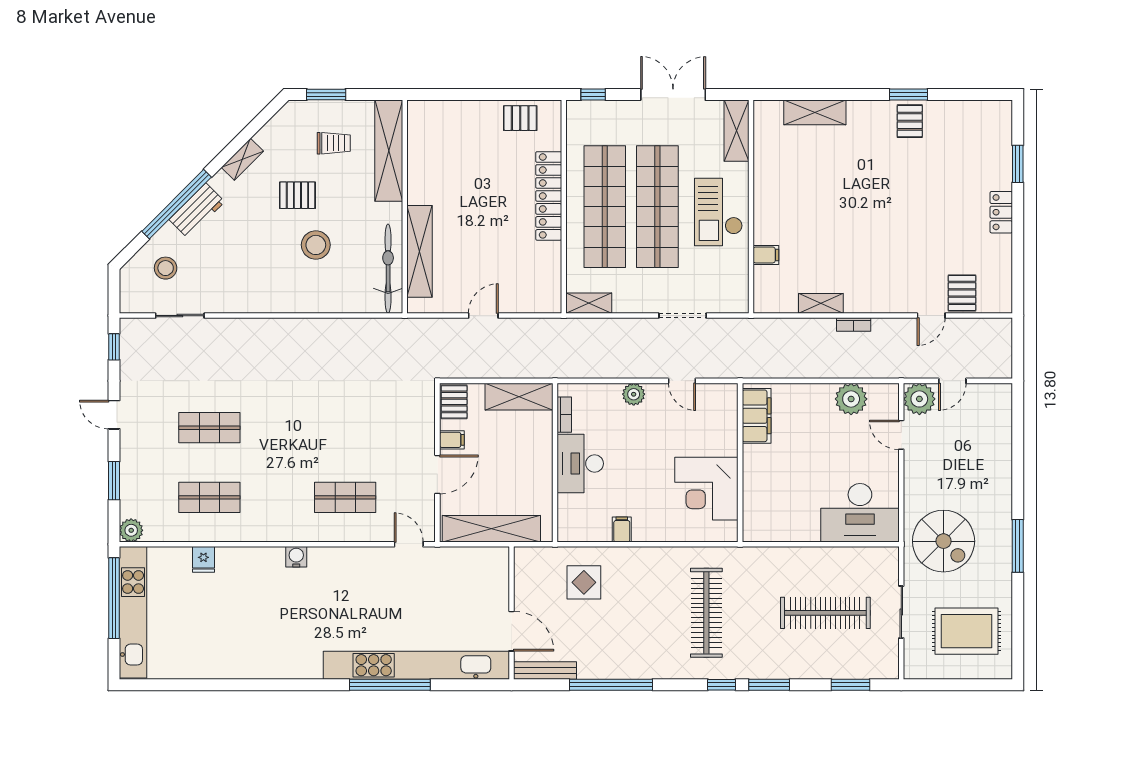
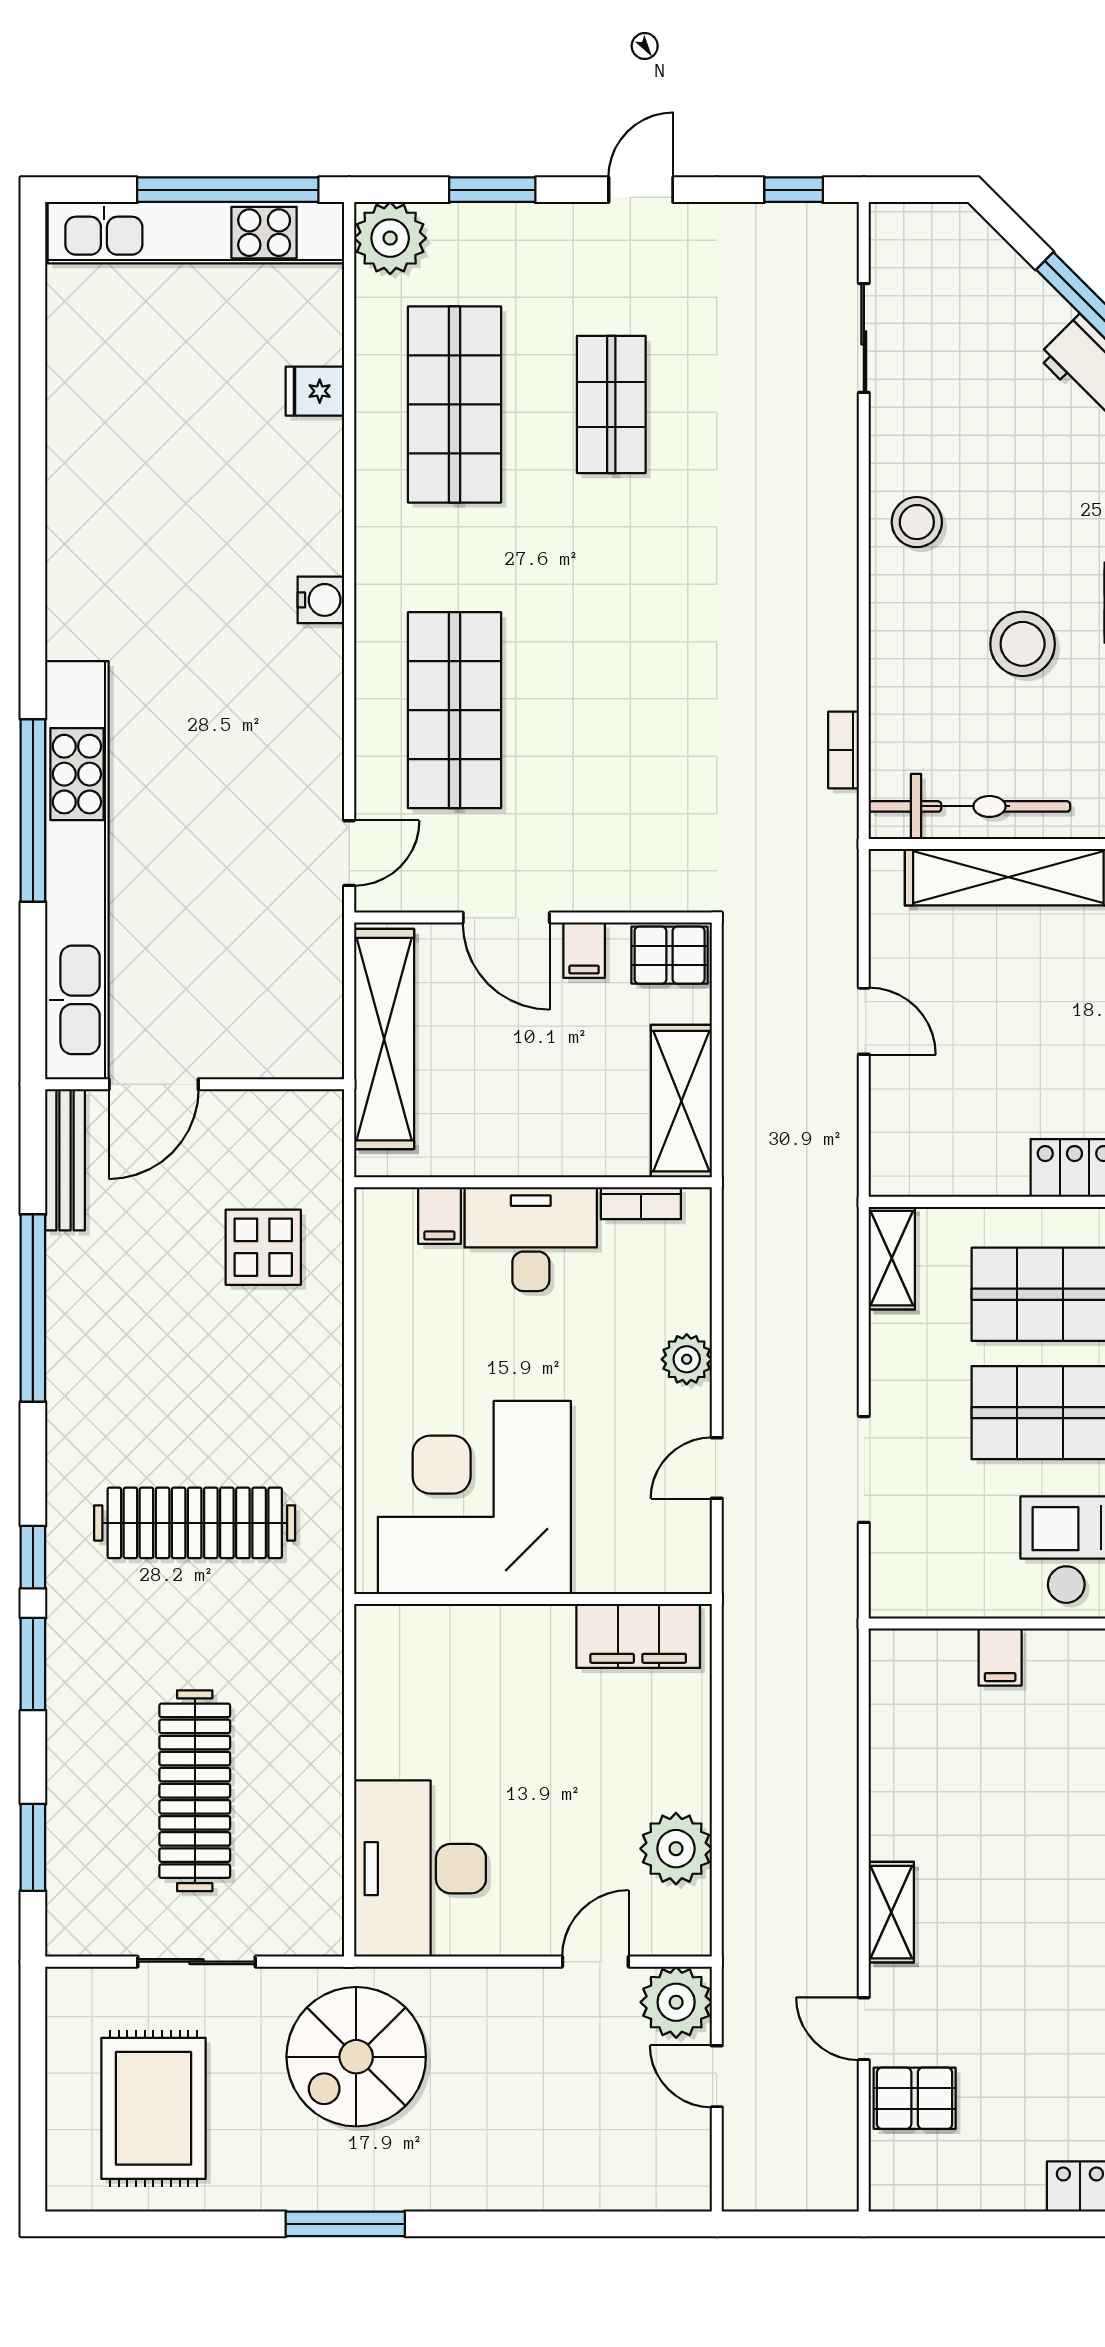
stool: (166, 268) -> (917, 522), moved
shelving: (821, 303) -> (891, 1912), moved
bookcase: (854, 325) -> (844, 750), moved
corner desk: (706, 489) -> (474, 1497), width x1.36, depth x1.36
shop shelf: (209, 497) -> (455, 404), width x1.43, depth x1.36
shop shelf: (345, 497) -> (455, 710), width x1.43, depth x1.36
filing cabinet: (622, 529) -> (439, 1216), moved, turned 90
plant: (131, 530) -> (390, 238), width x1.36, depth x1.36

